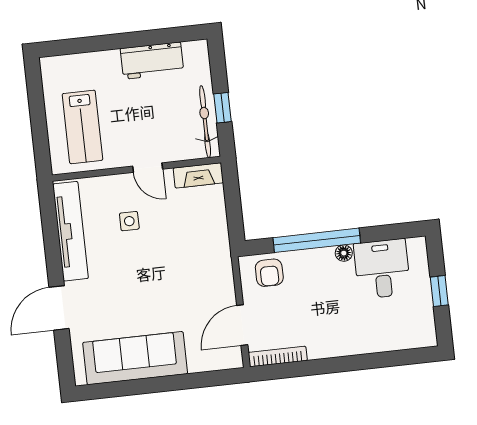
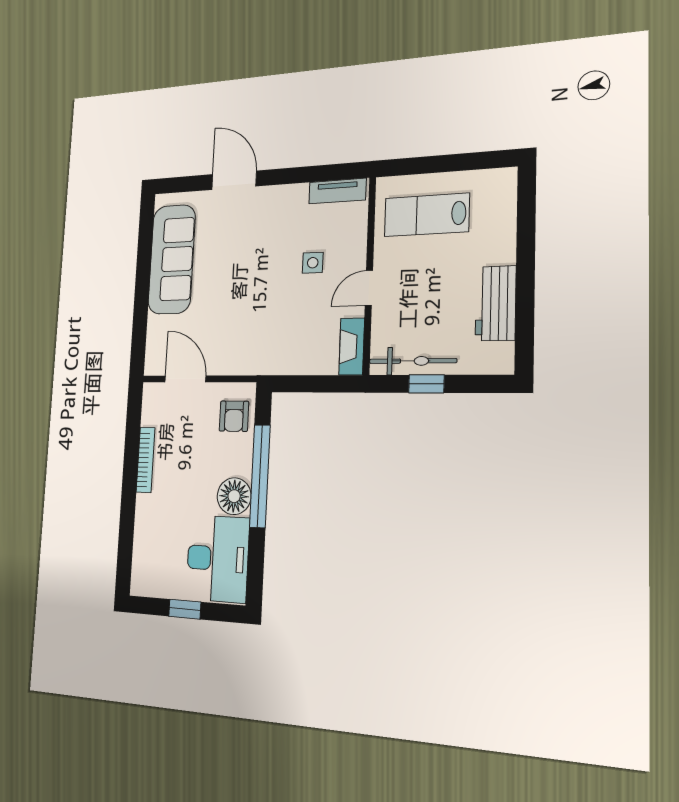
tv unit: (71, 231) -> (337, 191), width x0.52, depth x0.78
floor lamp: (344, 253) -> (234, 496), width x1.89, depth x1.89
desk: (382, 269) -> (218, 559), width x1.37
armchair: (269, 273) -> (234, 416), turned -90
bookcase: (278, 356) -> (146, 460), moved

